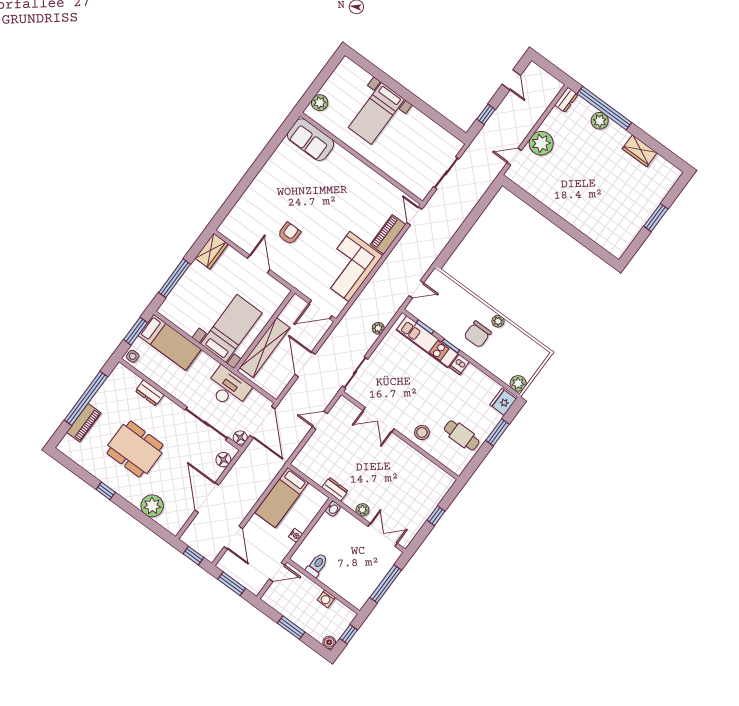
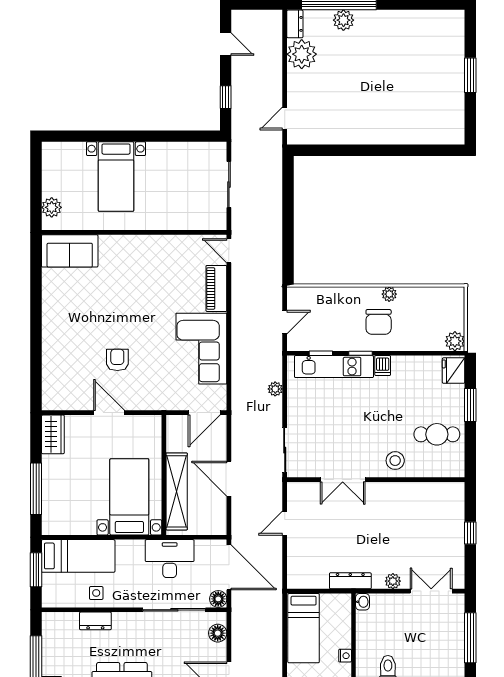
plant: (541, 143) -> (302, 54), moved
wardrobe: (640, 151) -> (405, 21), removed
side table: (133, 356) -> (96, 593), moved
dresser: (335, 489) -> (350, 581), width x1.44

